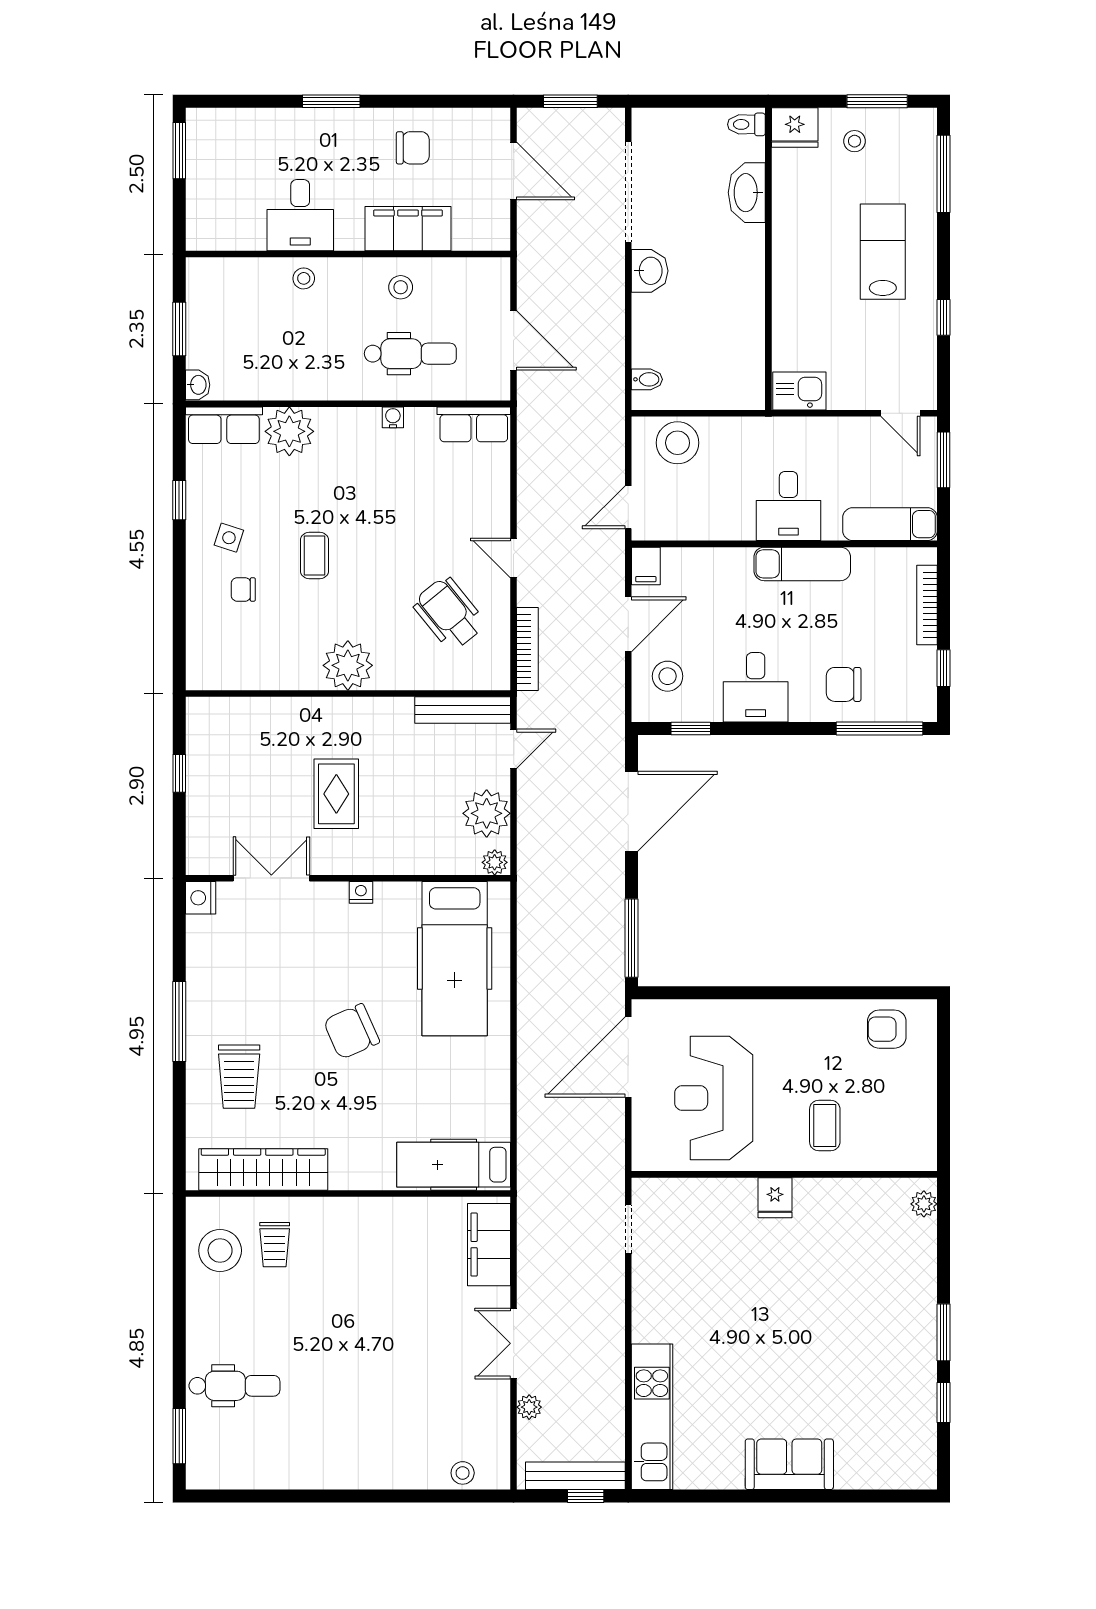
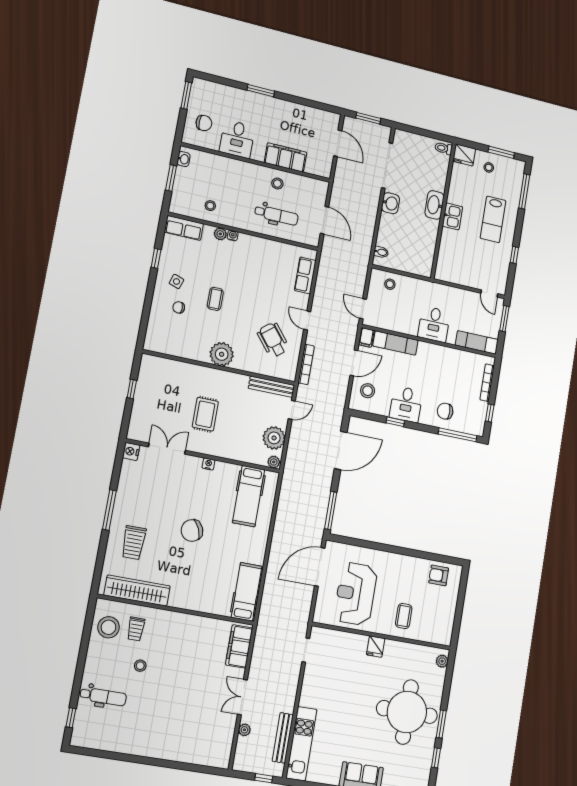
chair: (413, 148) -> (204, 123), moved
washbasin: (747, 193) -> (434, 205), moved
lab bench: (883, 252) -> (493, 219), turned 180
stool: (304, 278) -> (210, 206), moved
washbasin: (198, 385) -> (184, 159), moved
kitchen sink: (799, 391) -> (452, 216), moved, turned 90
water cooler: (393, 417) -> (233, 236), moved
row of seats: (474, 424) -> (305, 275), moved, turned 90
plant: (289, 431) -> (220, 234), width x0.53, depth x0.53
stool: (678, 443) -> (390, 284), width x0.53, depth x0.53
door: (628, 507) -> (363, 309), hinge flipped
exam couch: (802, 564) -> (395, 343), moved
window: (691, 729) -> (395, 422), moved
hospital bed: (455, 959) -> (249, 496), width x0.73, depth x0.78
hospital bed: (454, 1165) -> (247, 592), moved, turned 90
round table: (865, 1319) -> (407, 712), added
window: (179, 1436) -> (71, 718), width x0.67
stool: (463, 1473) -> (140, 666), moved
bench: (575, 1476) -> (283, 738), moved, turned 90

